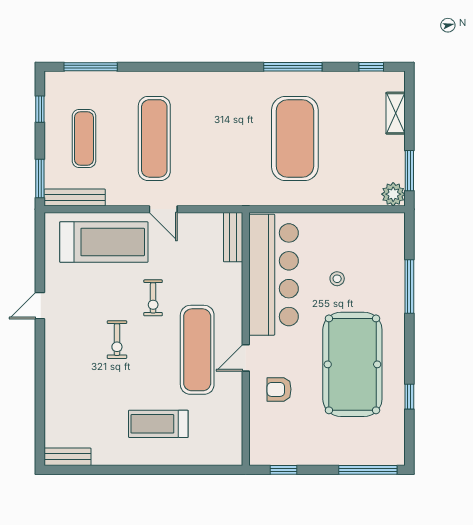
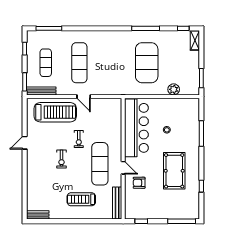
shelving: (396, 113) -> (195, 40), moved
plant: (393, 194) -> (174, 89), moved
bench: (233, 237) -> (117, 203), moved, width x1.36
door: (246, 358) -> (123, 168), swing flipped
pool table: (352, 364) -> (174, 171), width x0.73, depth x0.76

